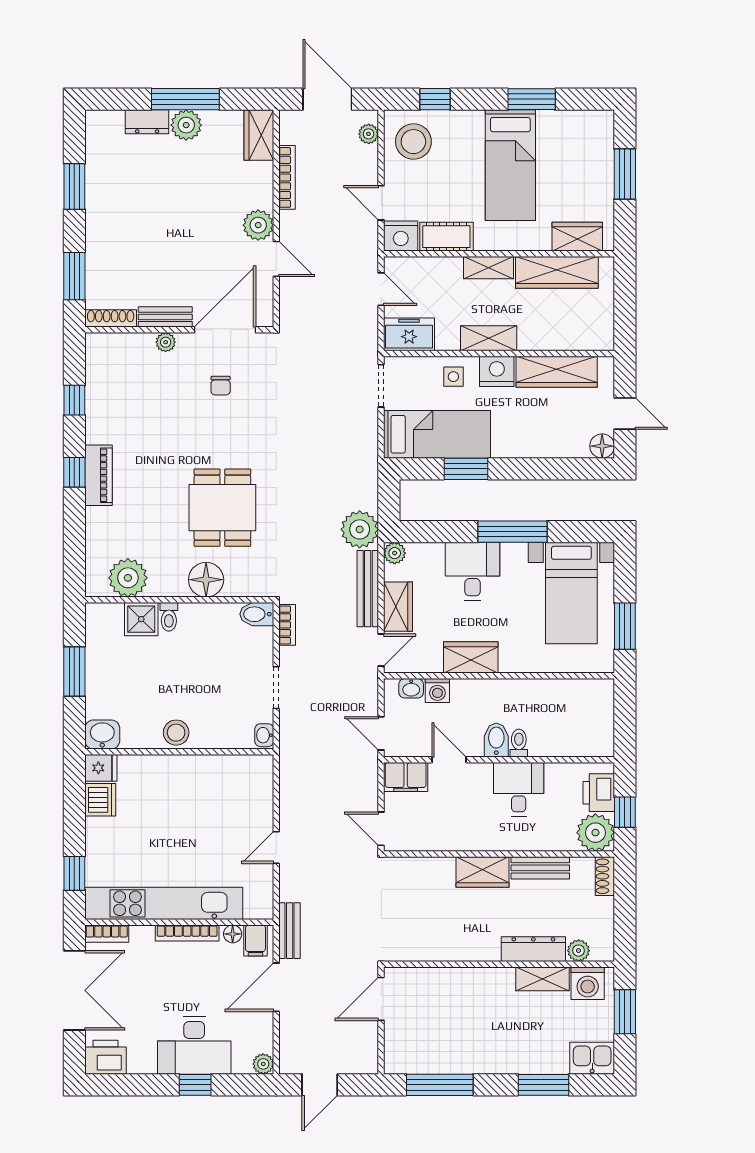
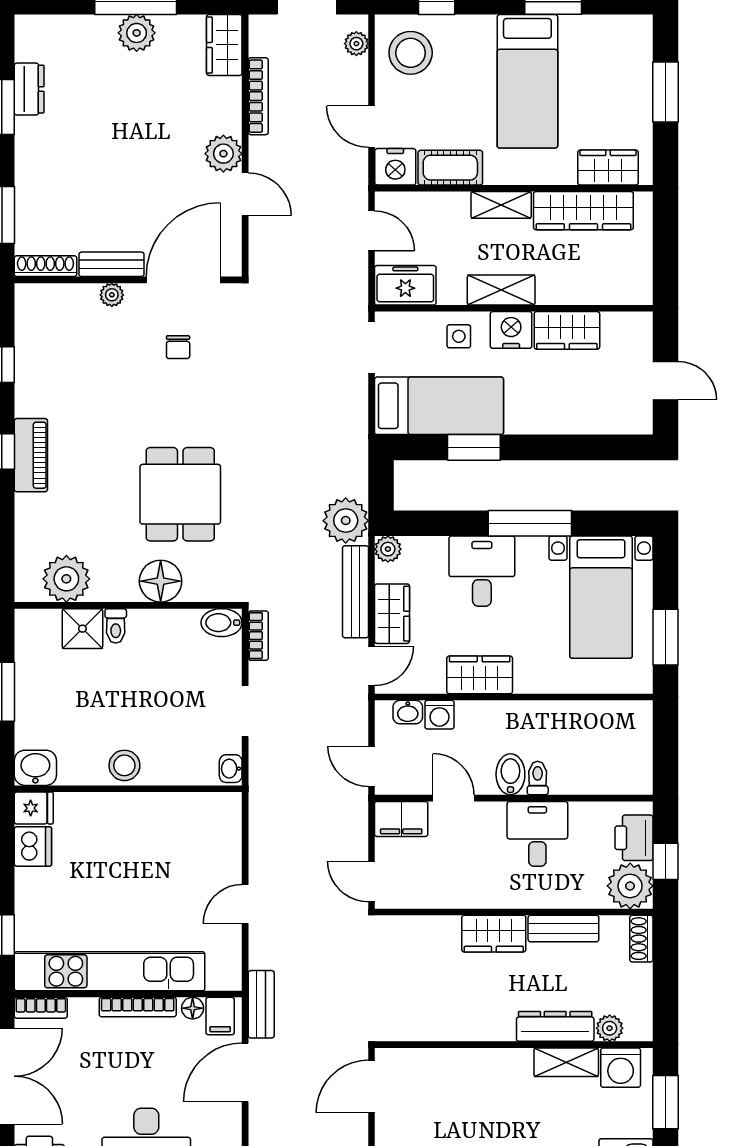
dresser: (147, 122) -> (29, 89), moved, turned -90
wardrobe: (557, 372) -> (567, 330), width x0.67
floor lamp: (602, 446) -> (638, 420), removed

